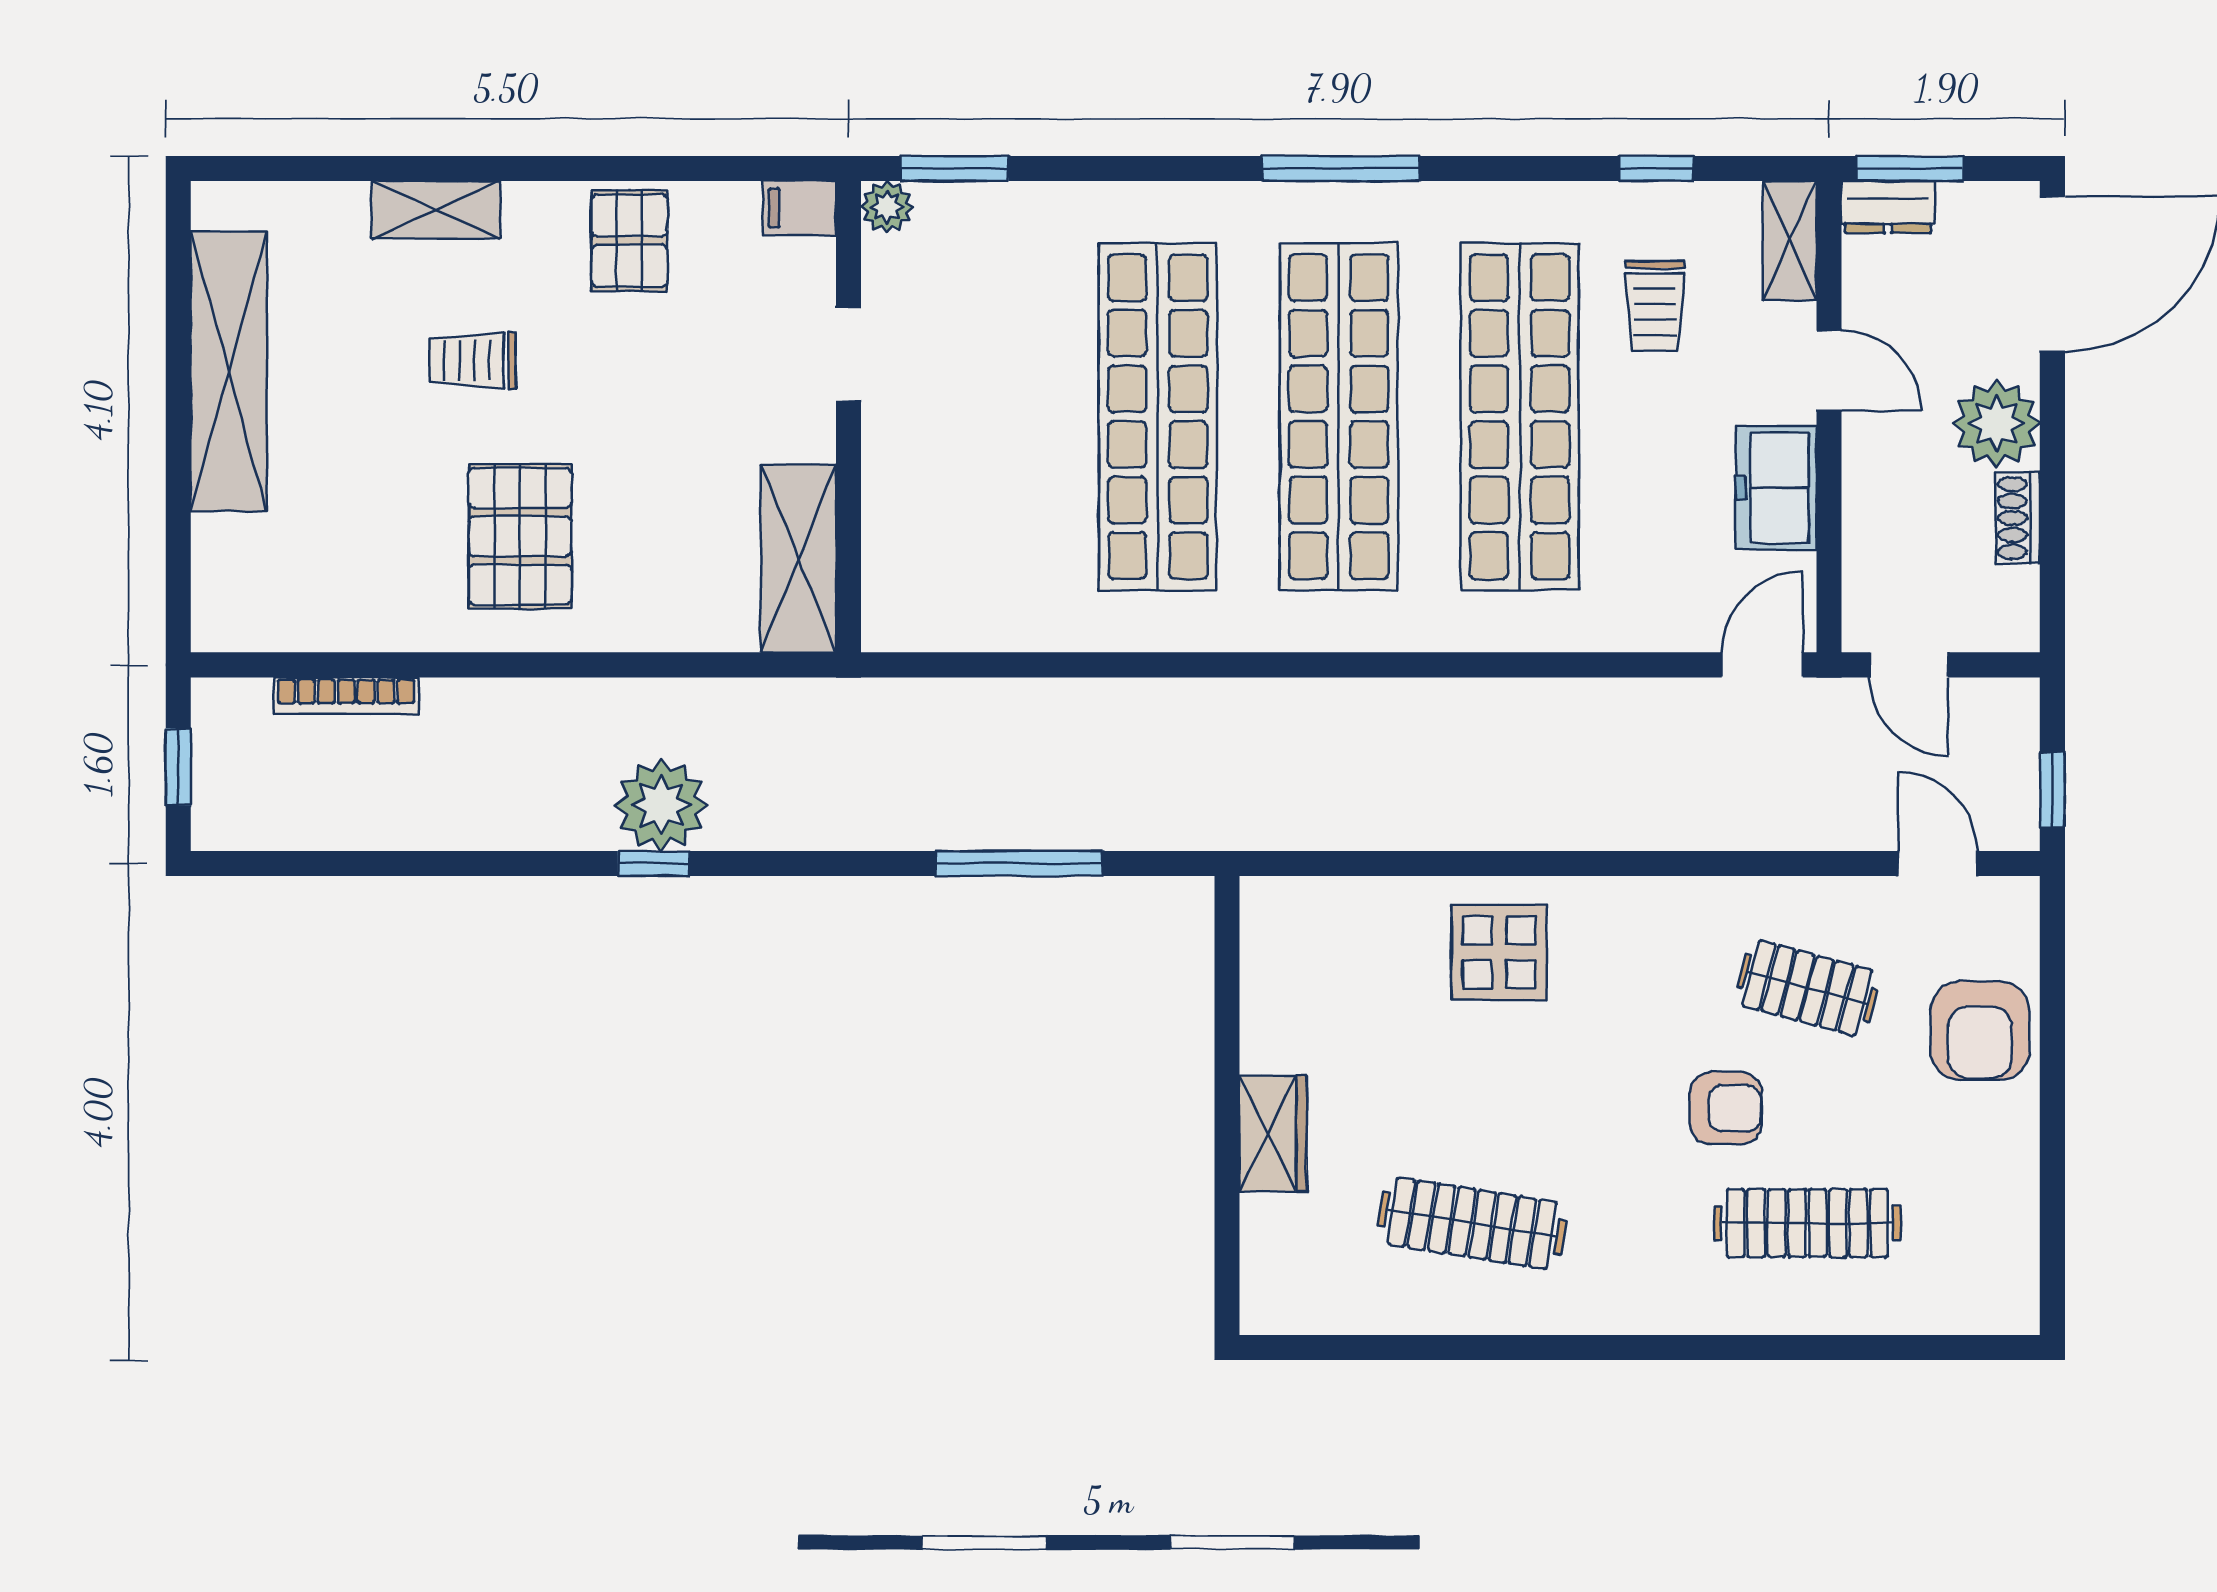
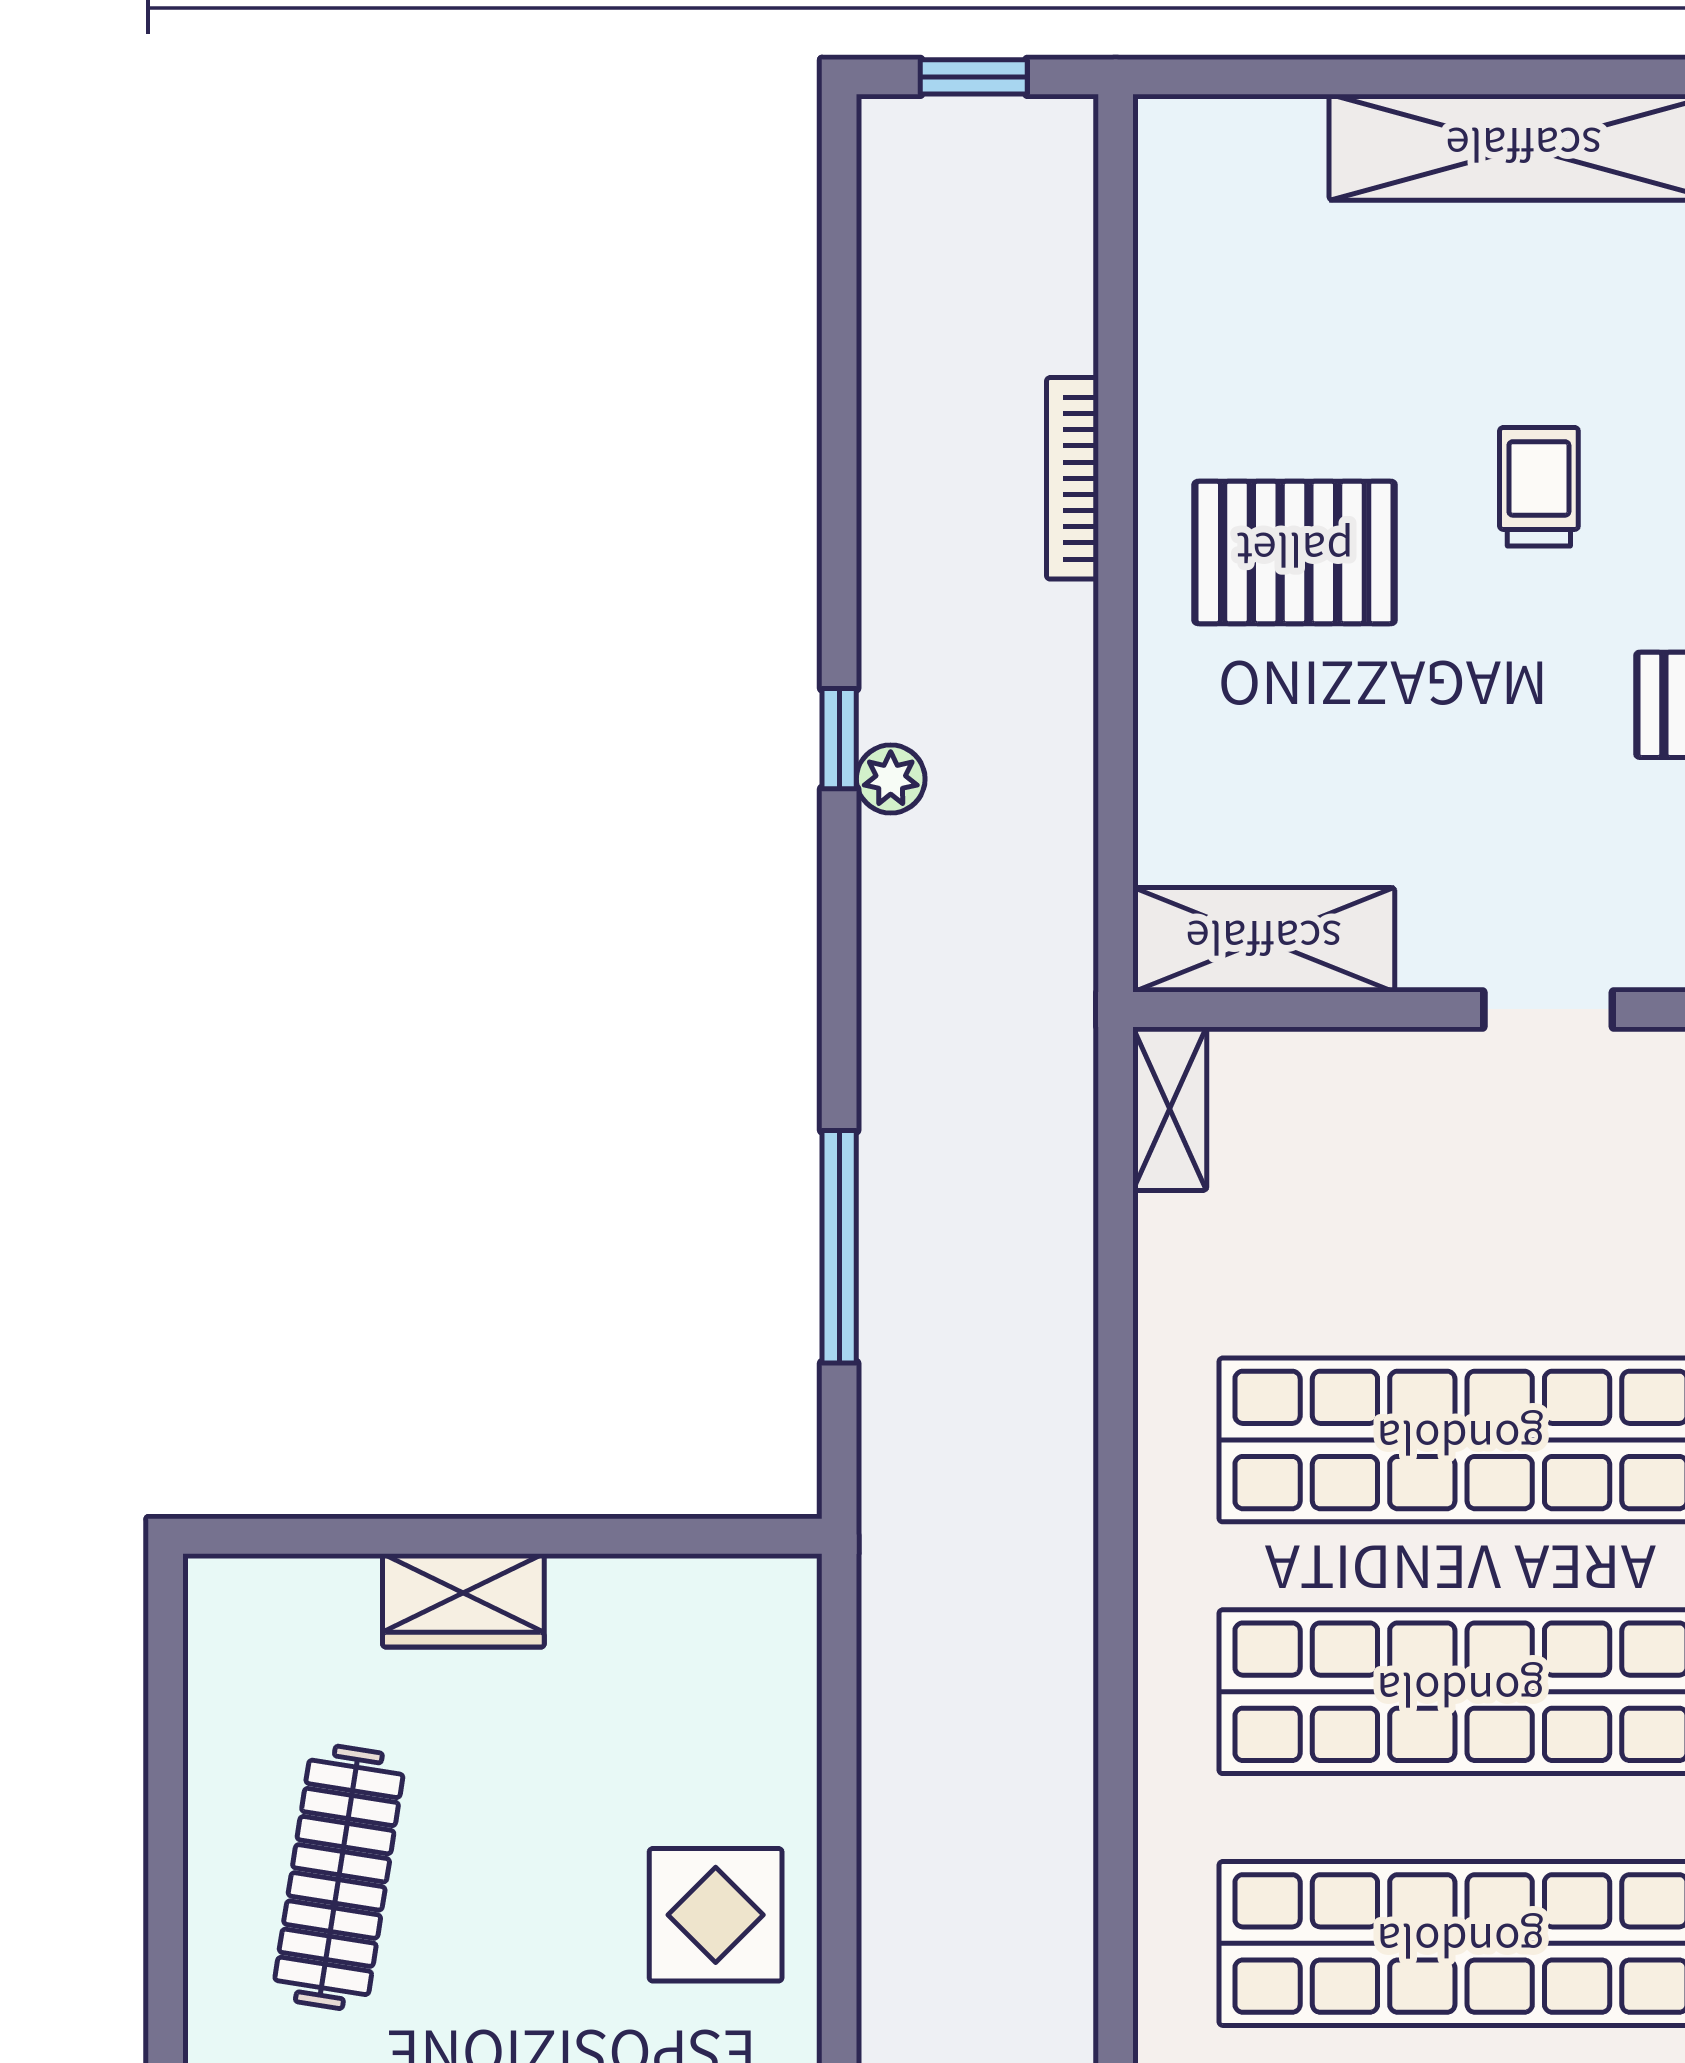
shelving: (920, 626) -> (1170, 1109), added
bookcase: (346, 696) -> (1072, 478), moved
plant: (661, 805) -> (891, 779), width x0.53, depth x0.53

